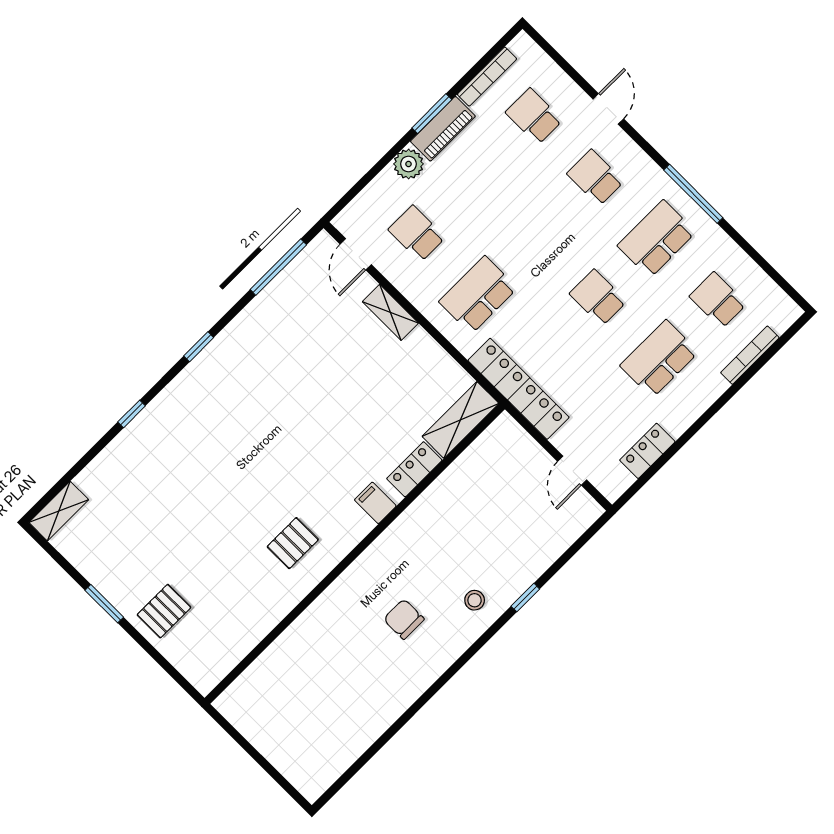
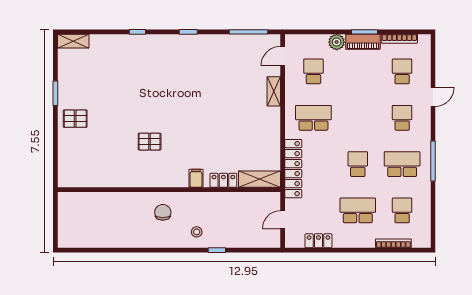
shelving: (460, 420) -> (259, 179), moved
locker: (414, 469) -> (223, 180), moved
filing cabinet: (375, 503) -> (196, 178), moved
wall: (355, 554) -> (169, 190), moved

